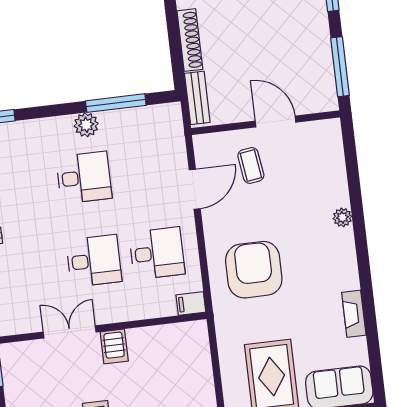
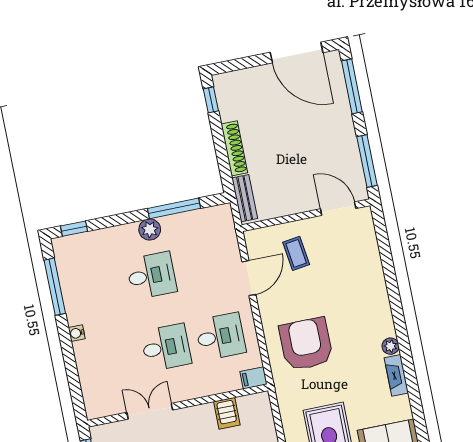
door: (276, 122) -> (338, 209), moved
plant: (342, 217) -> (391, 346), moved
server rack: (114, 346) -> (227, 413), moved

